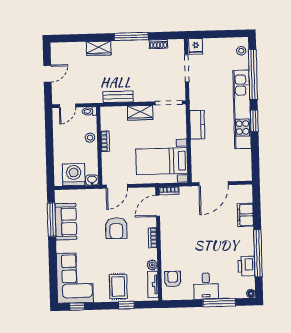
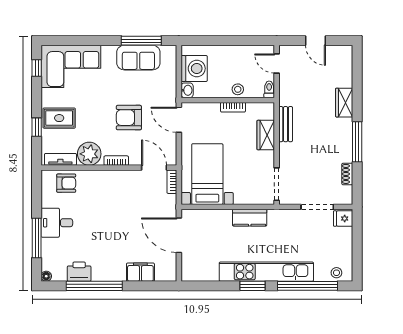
wardrobe: (140, 113) -> (266, 135), moved
plant: (152, 265) -> (89, 154), width x1.88, depth x1.88

